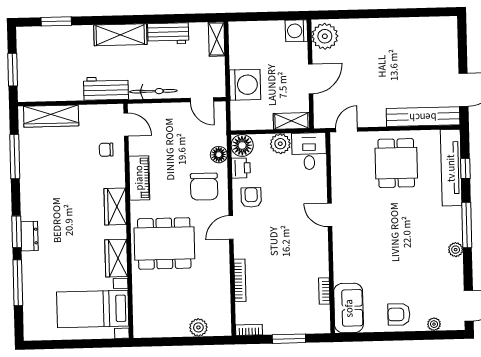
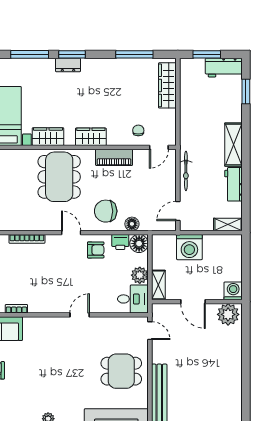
workbench: (106, 88) -> (224, 68), moved, turned 90

